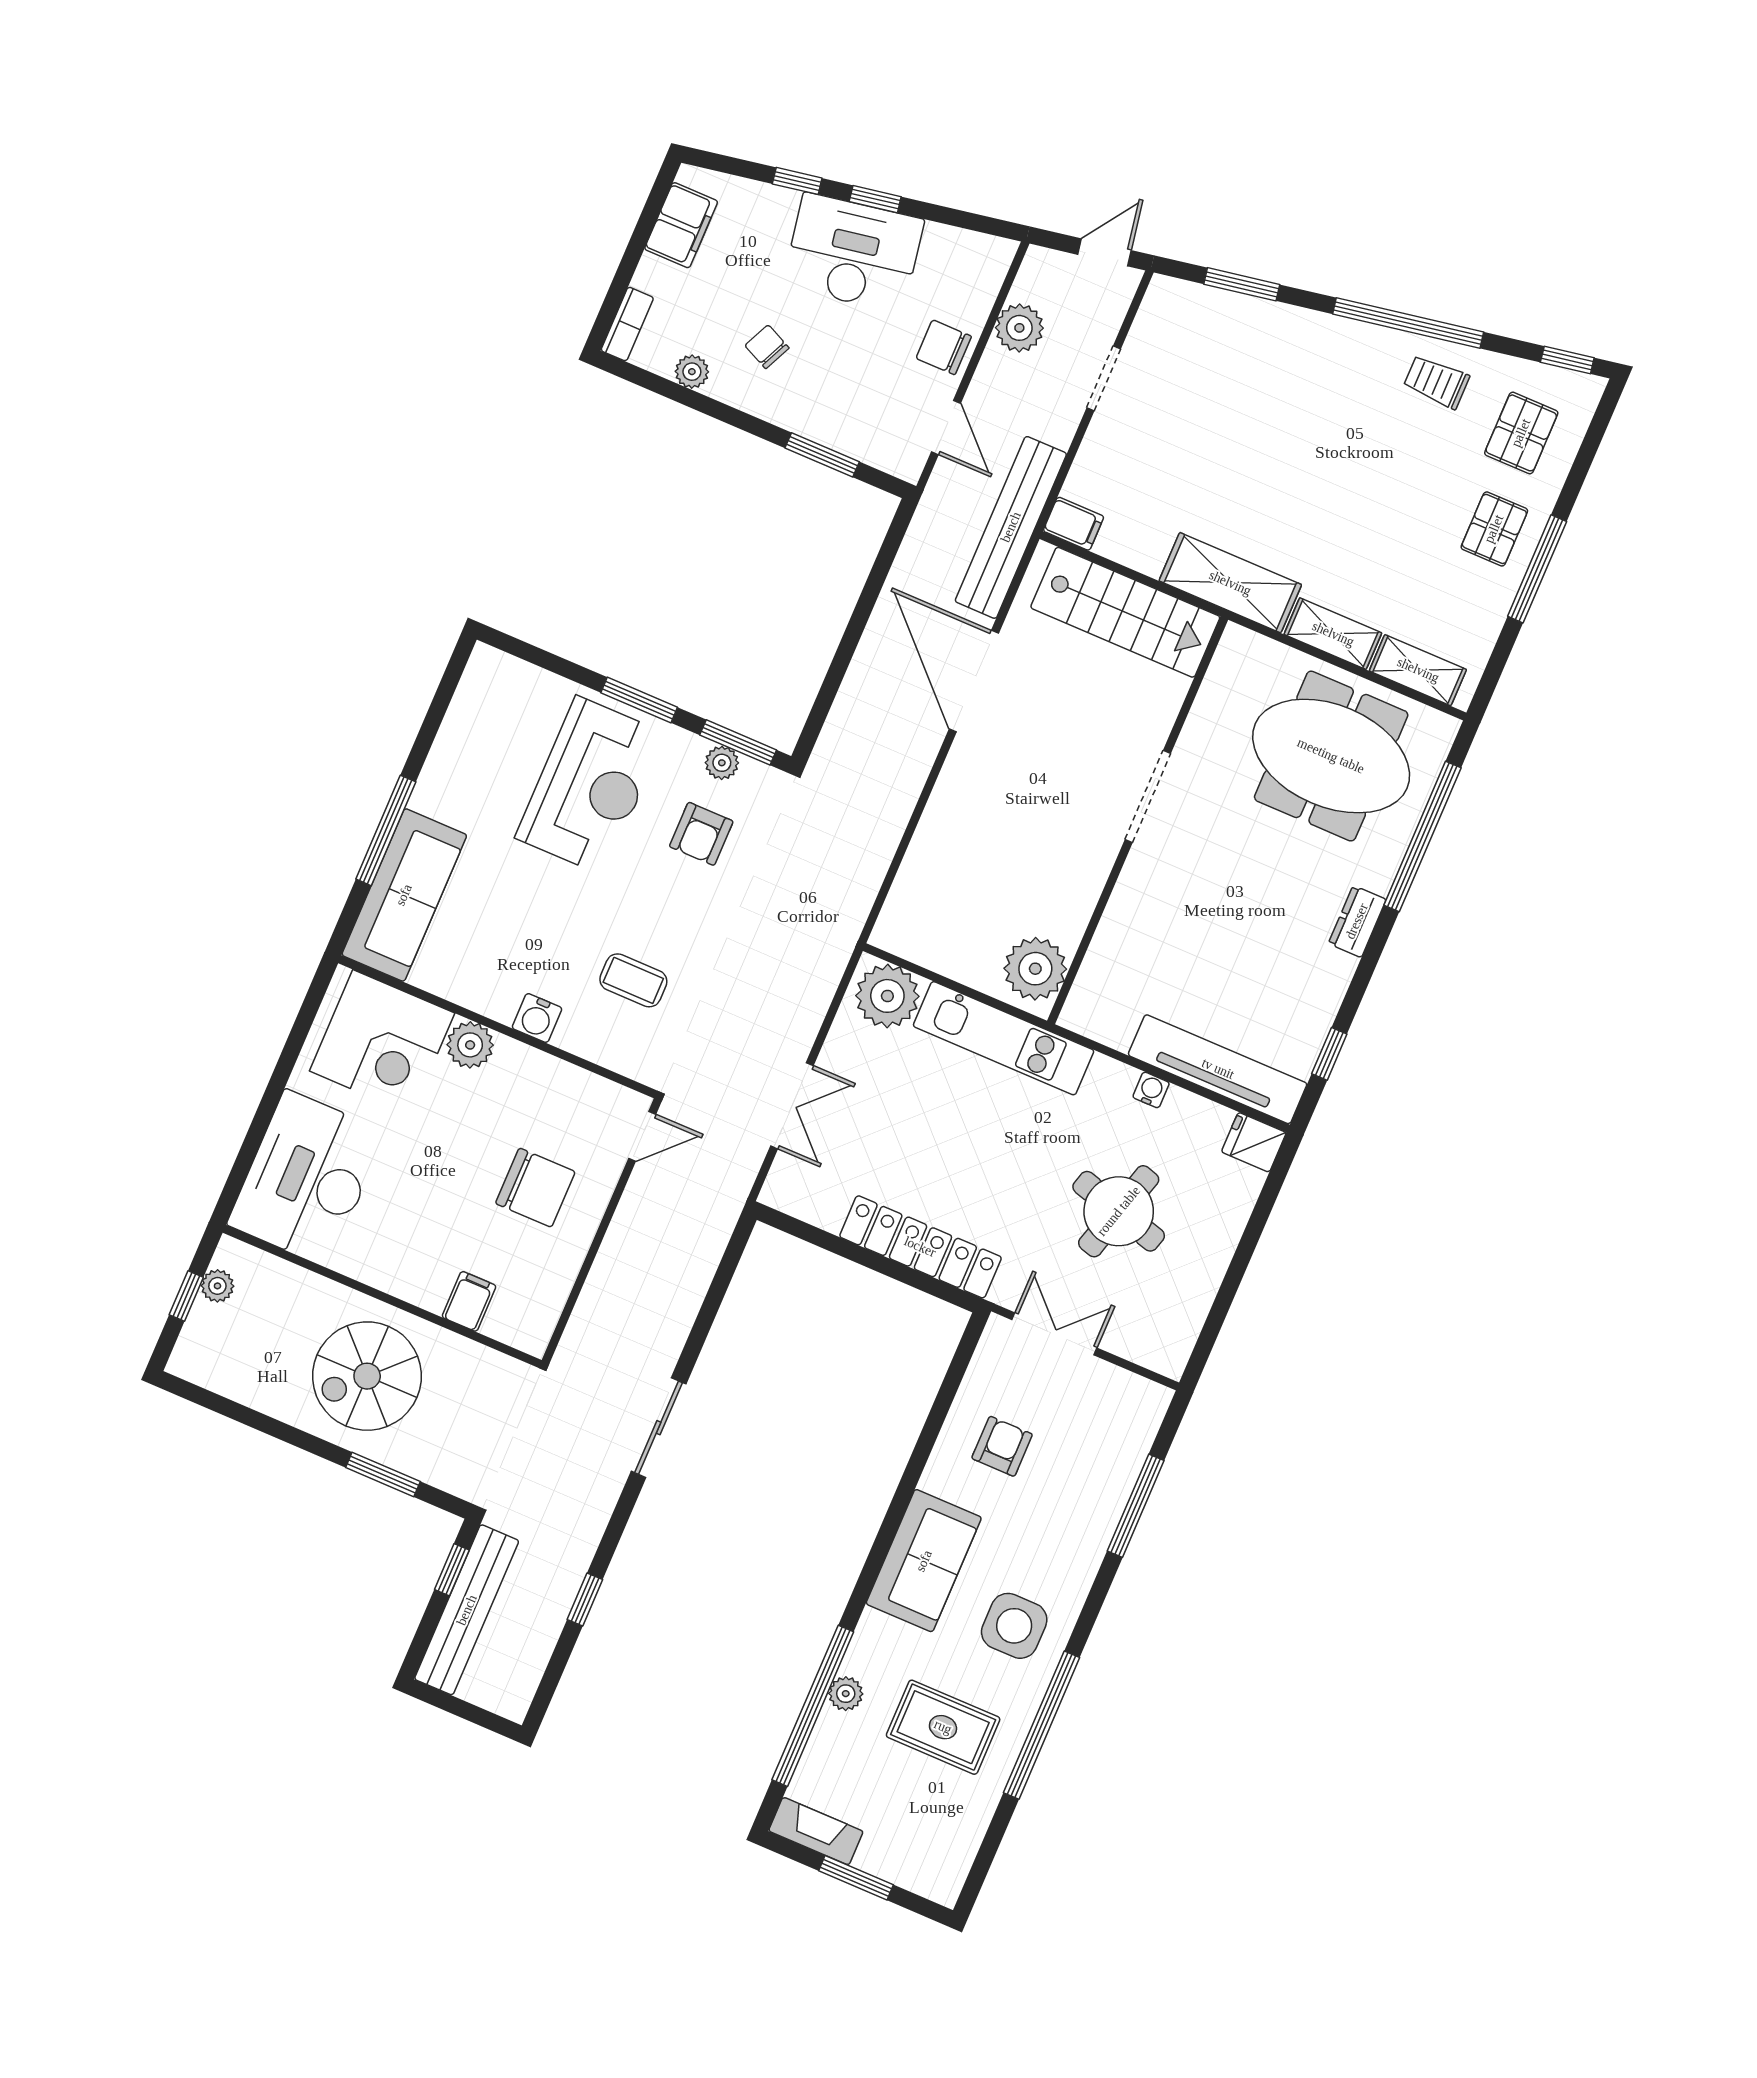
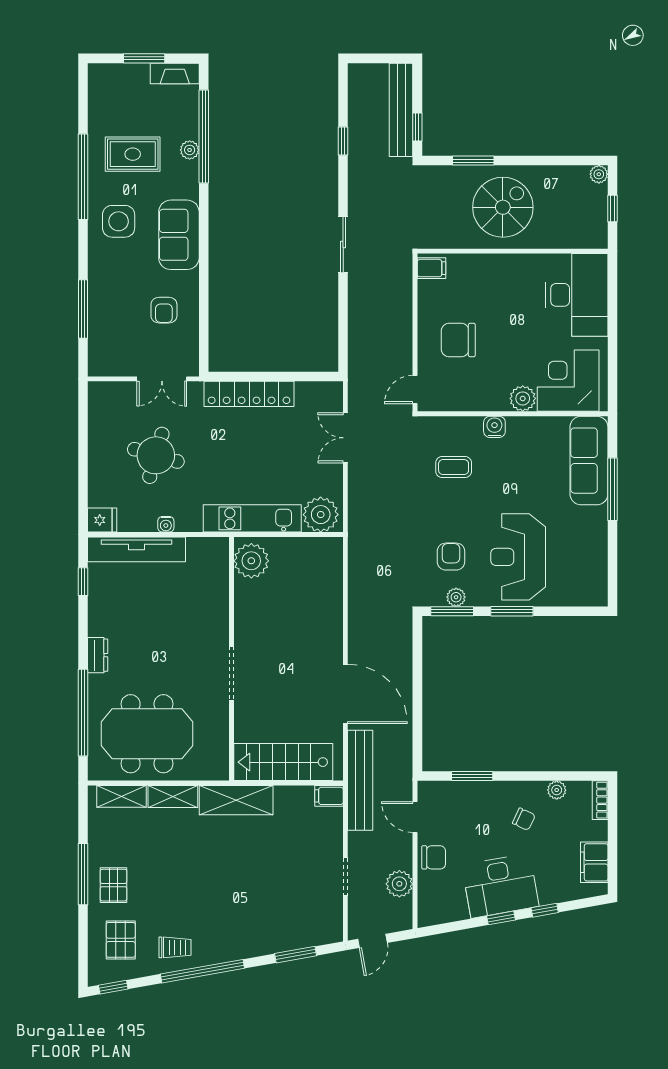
plant: (217, 1286) -> (599, 174), moved
filing cabinet: (469, 1301) -> (431, 268), moved, turned -90

